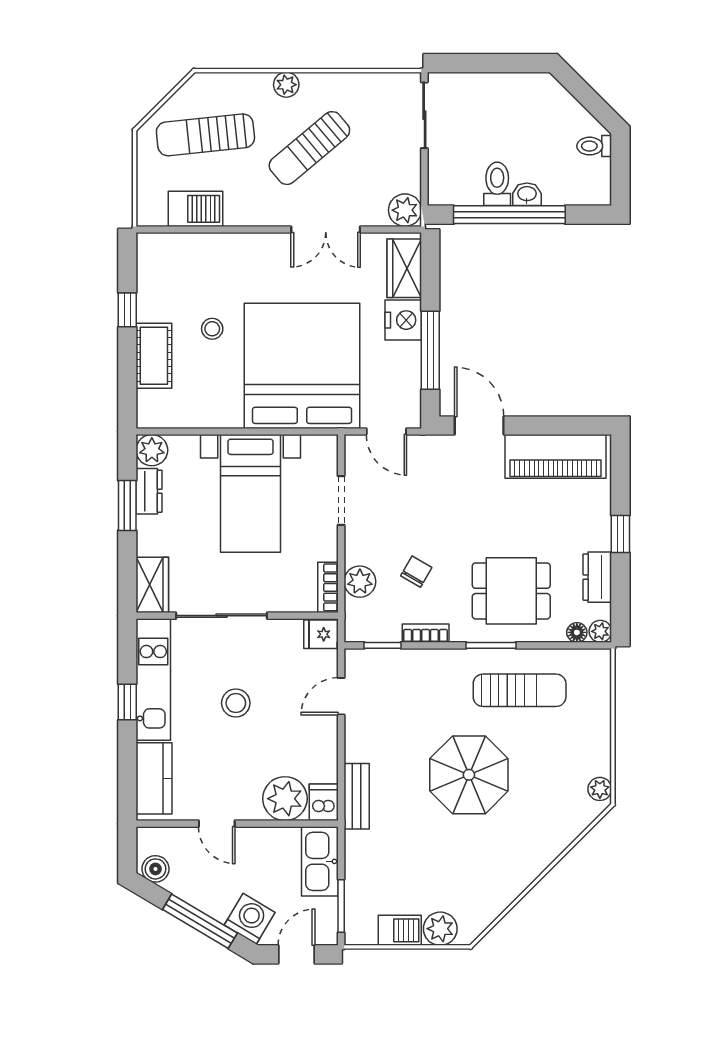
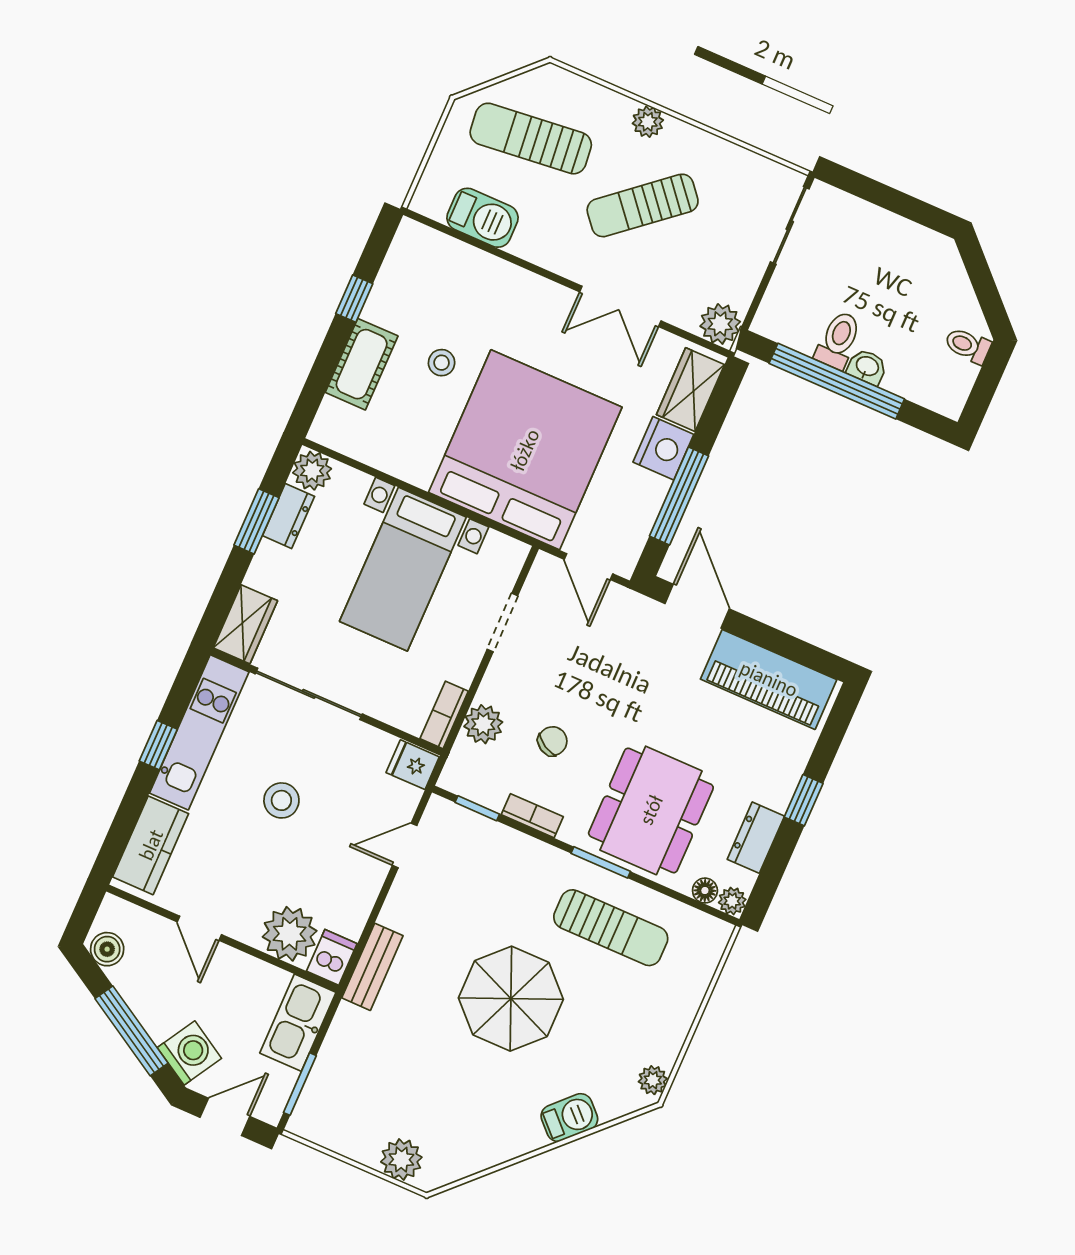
dining table: (511, 591) -> (651, 810), width x1.38
barbecue: (400, 930) -> (569, 1118), moved, turned -45

